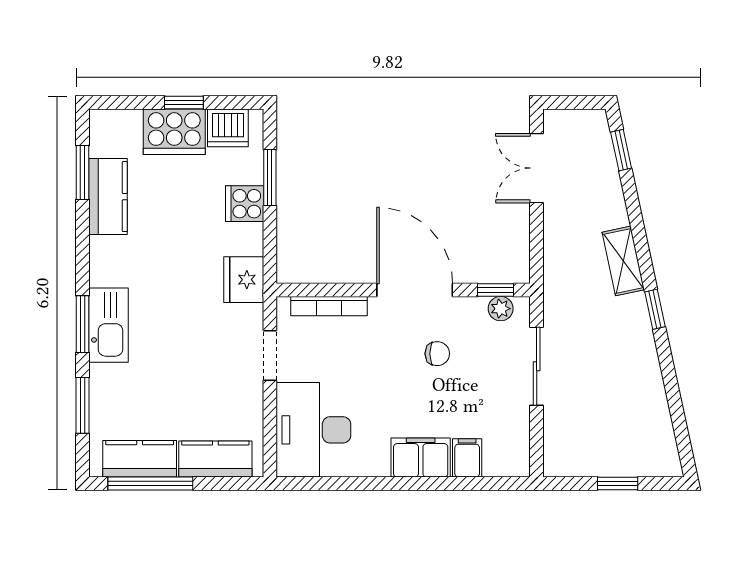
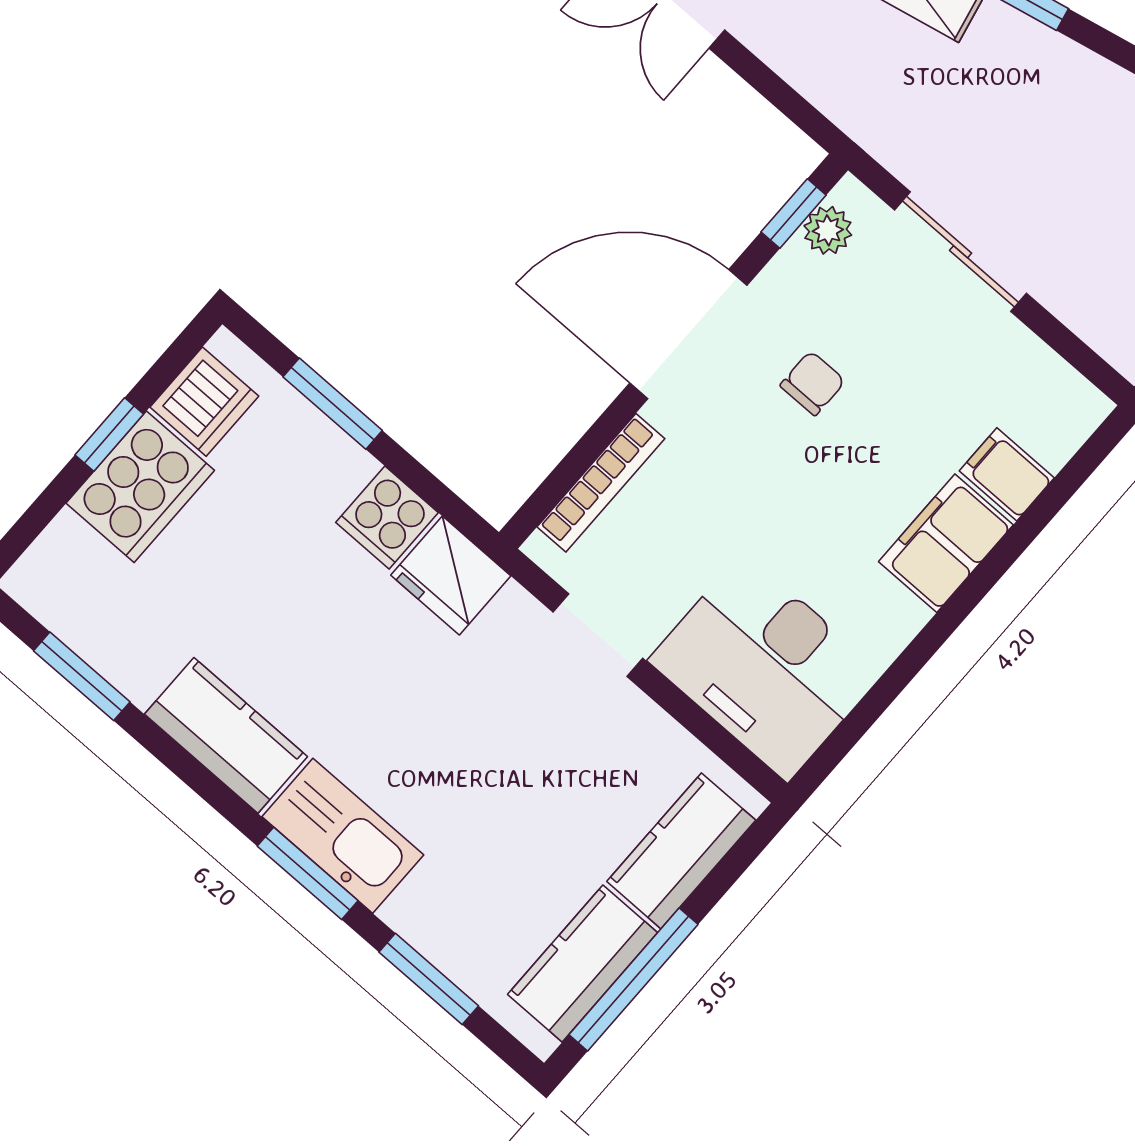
kitchen counter: (108, 197) -> (226, 735), moved
cooker: (245, 204) -> (387, 518), moved

